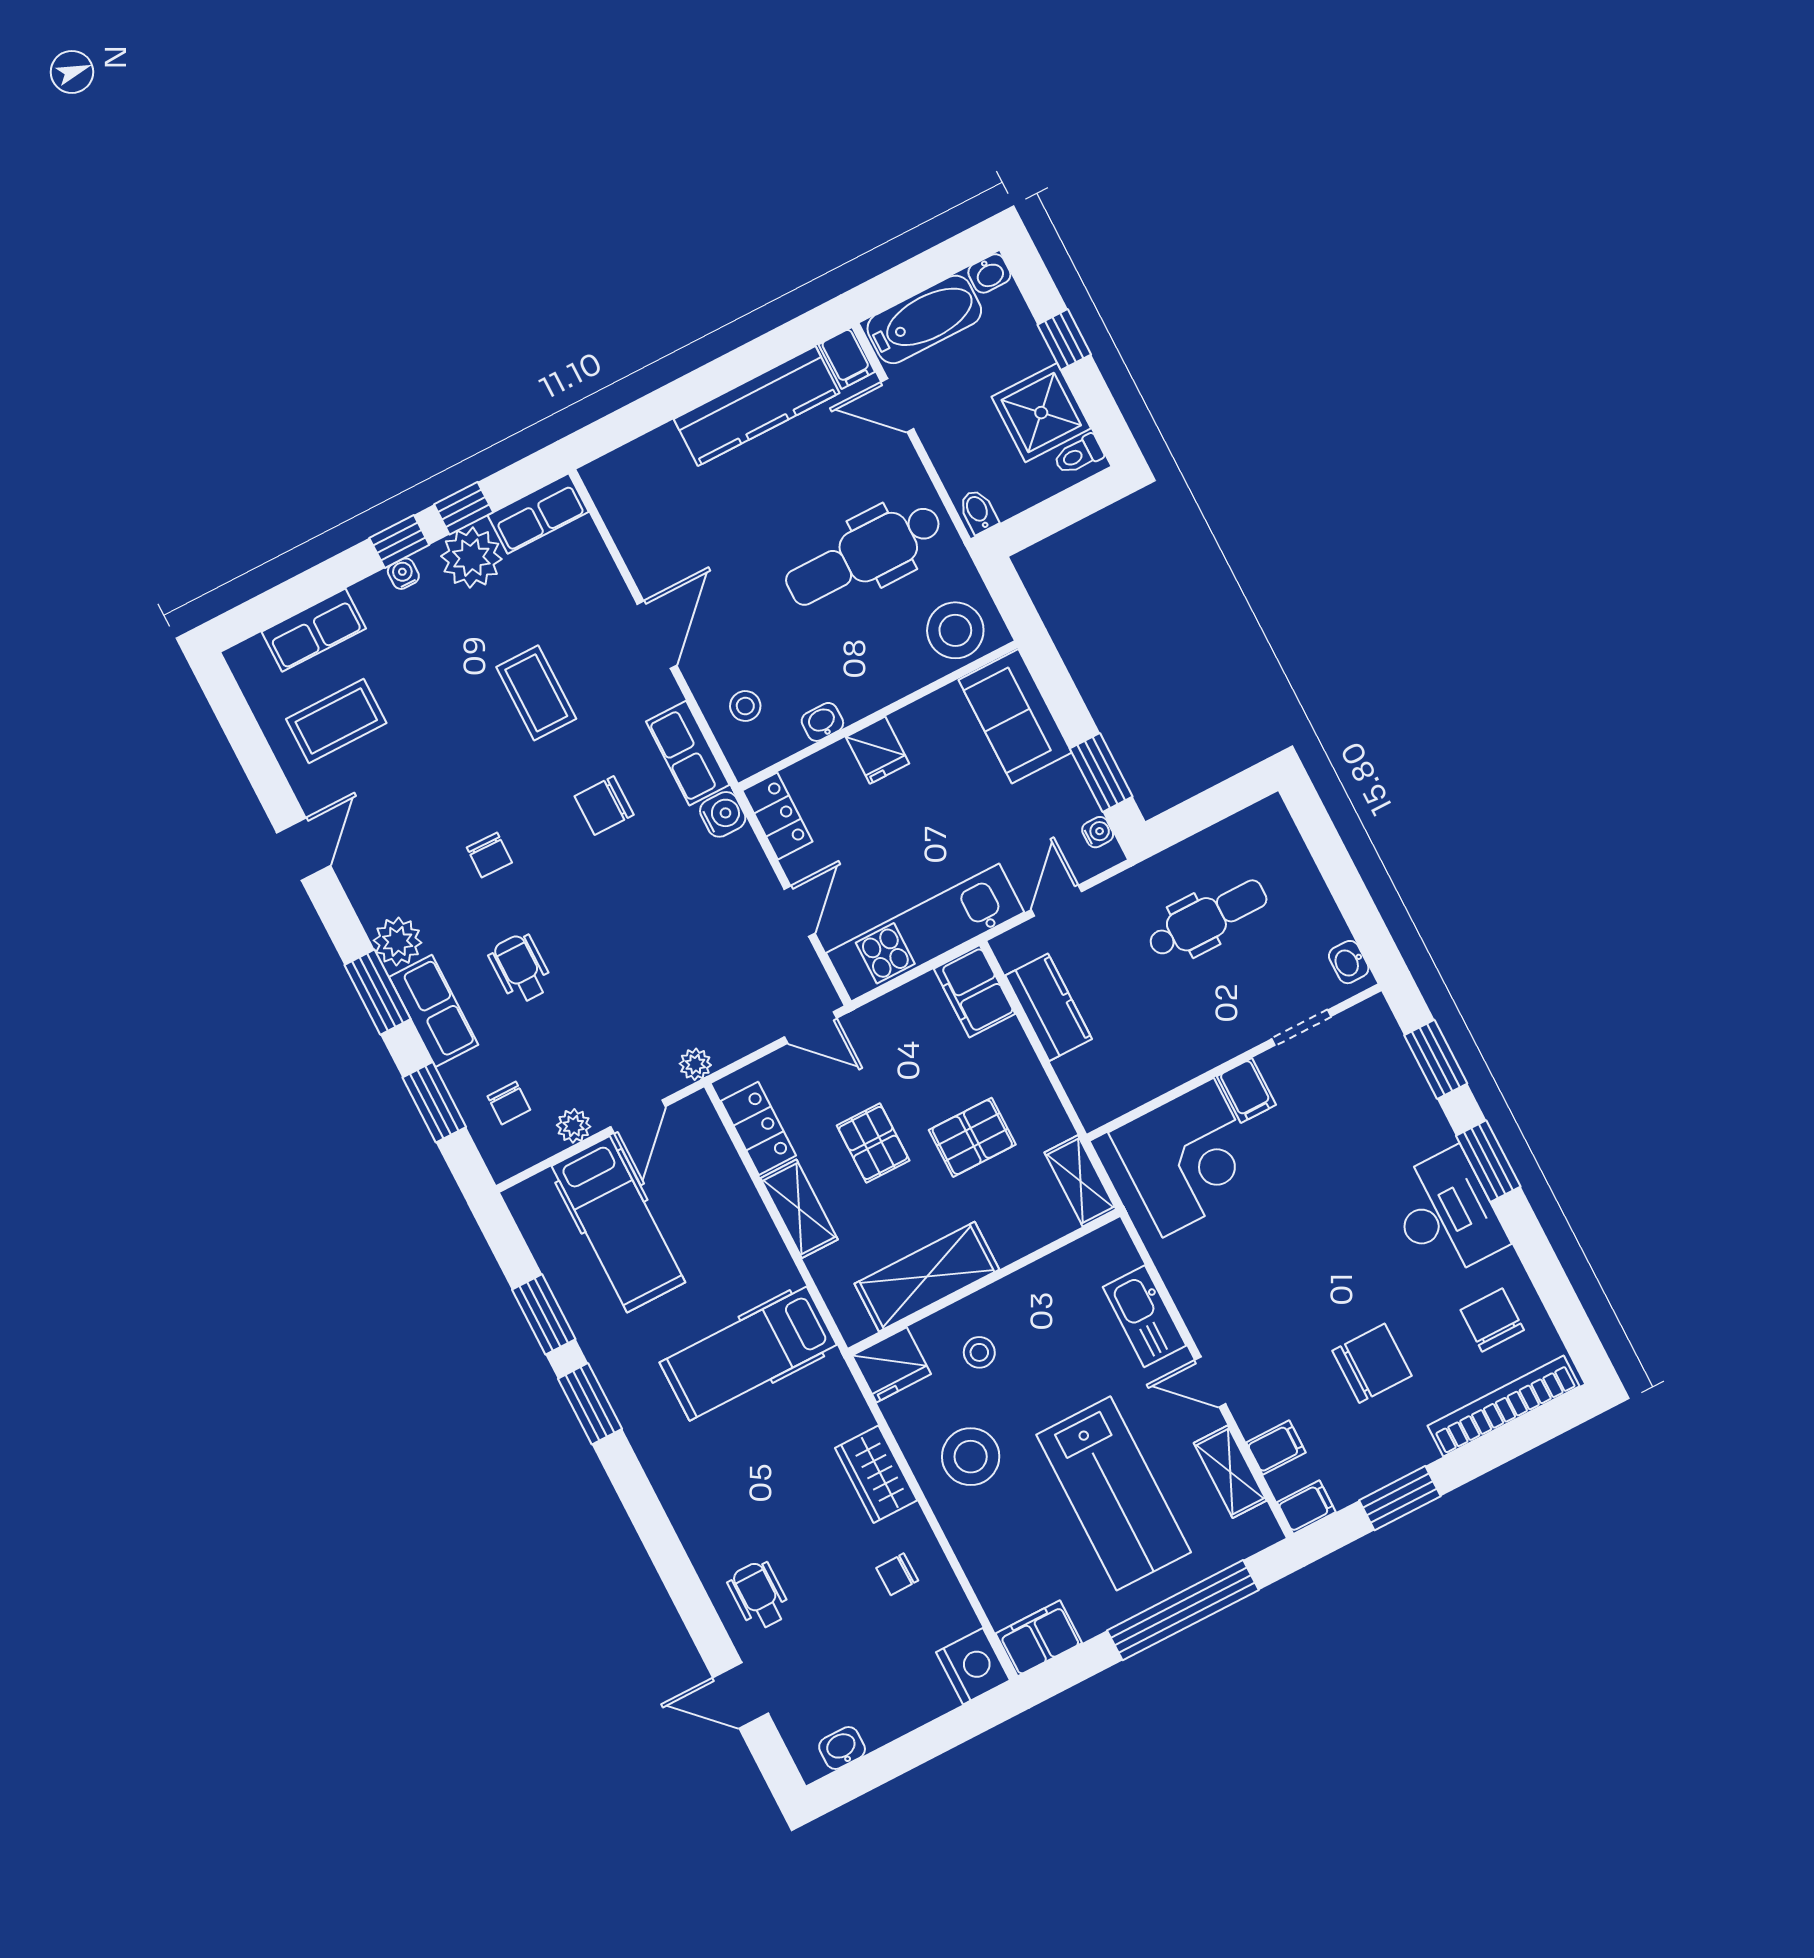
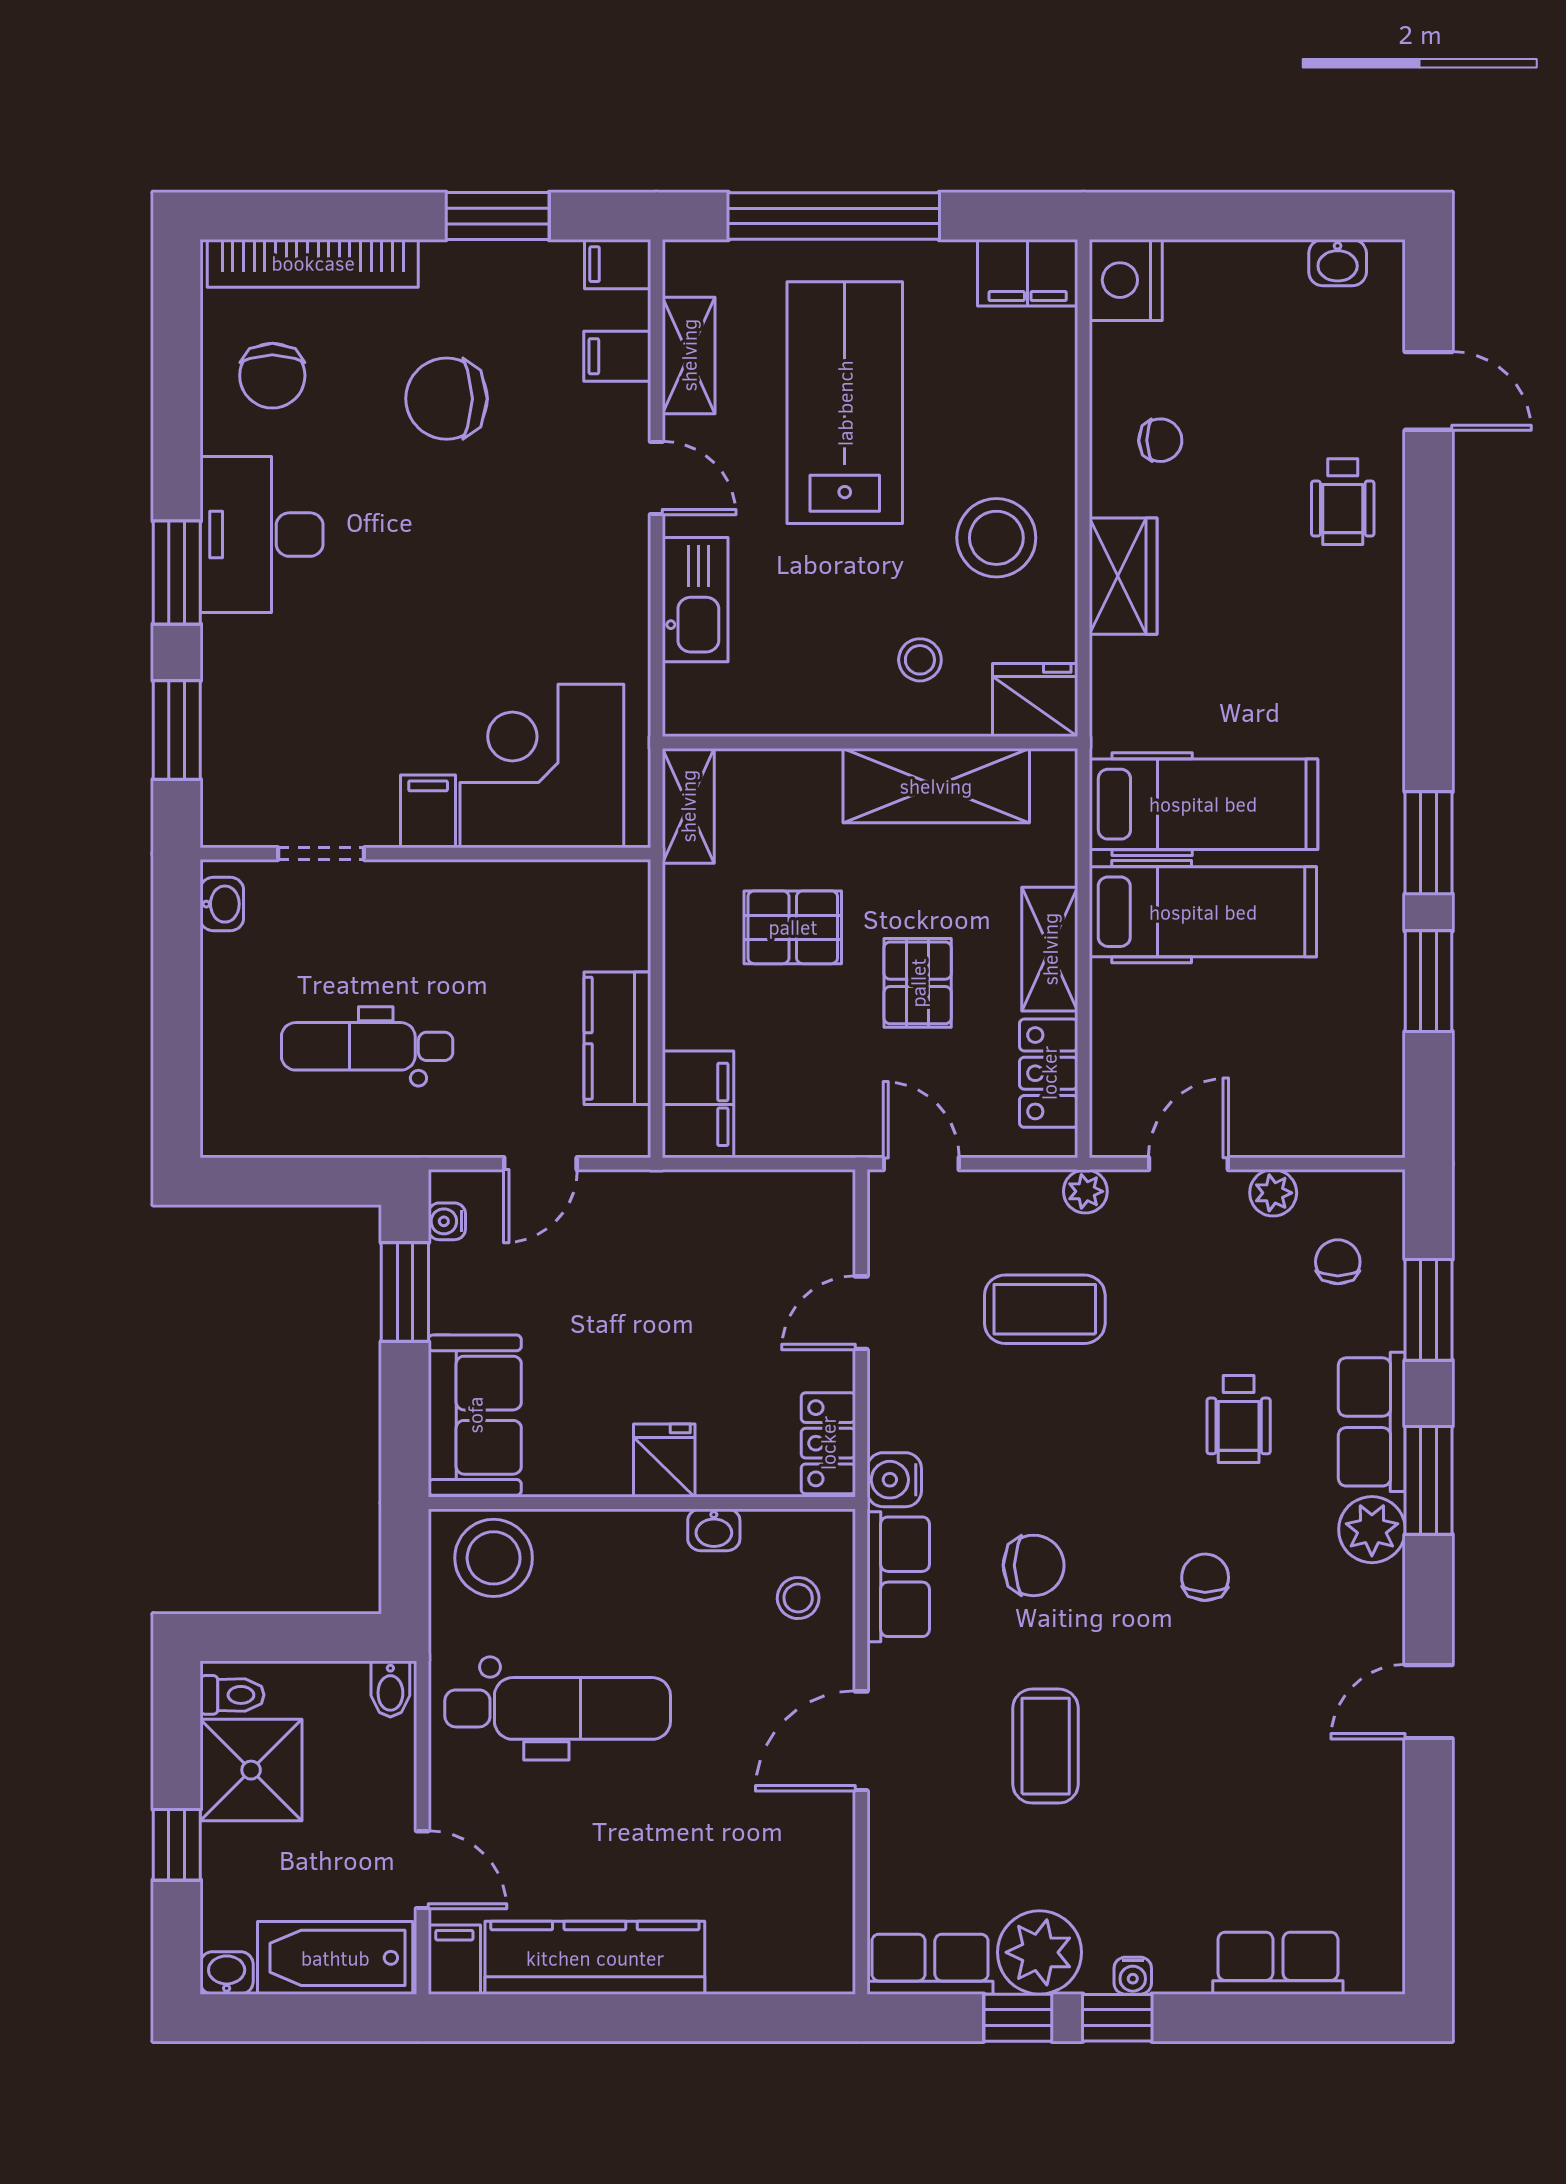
coffee table: (336, 721) -> (1045, 1309), moved
kitchen unit: (925, 933) -> (721, 1207), removed
hospital bed: (618, 1224) -> (1203, 912), moved, turned 90

